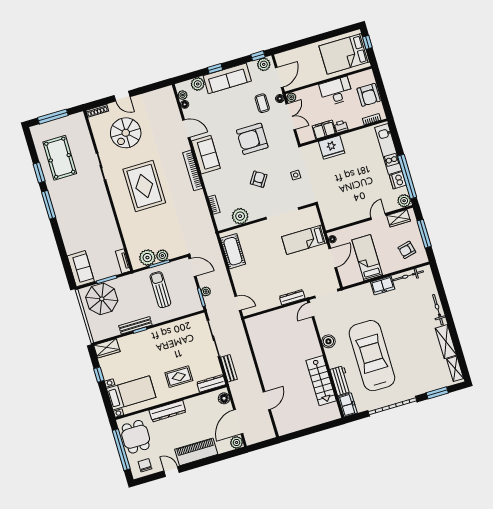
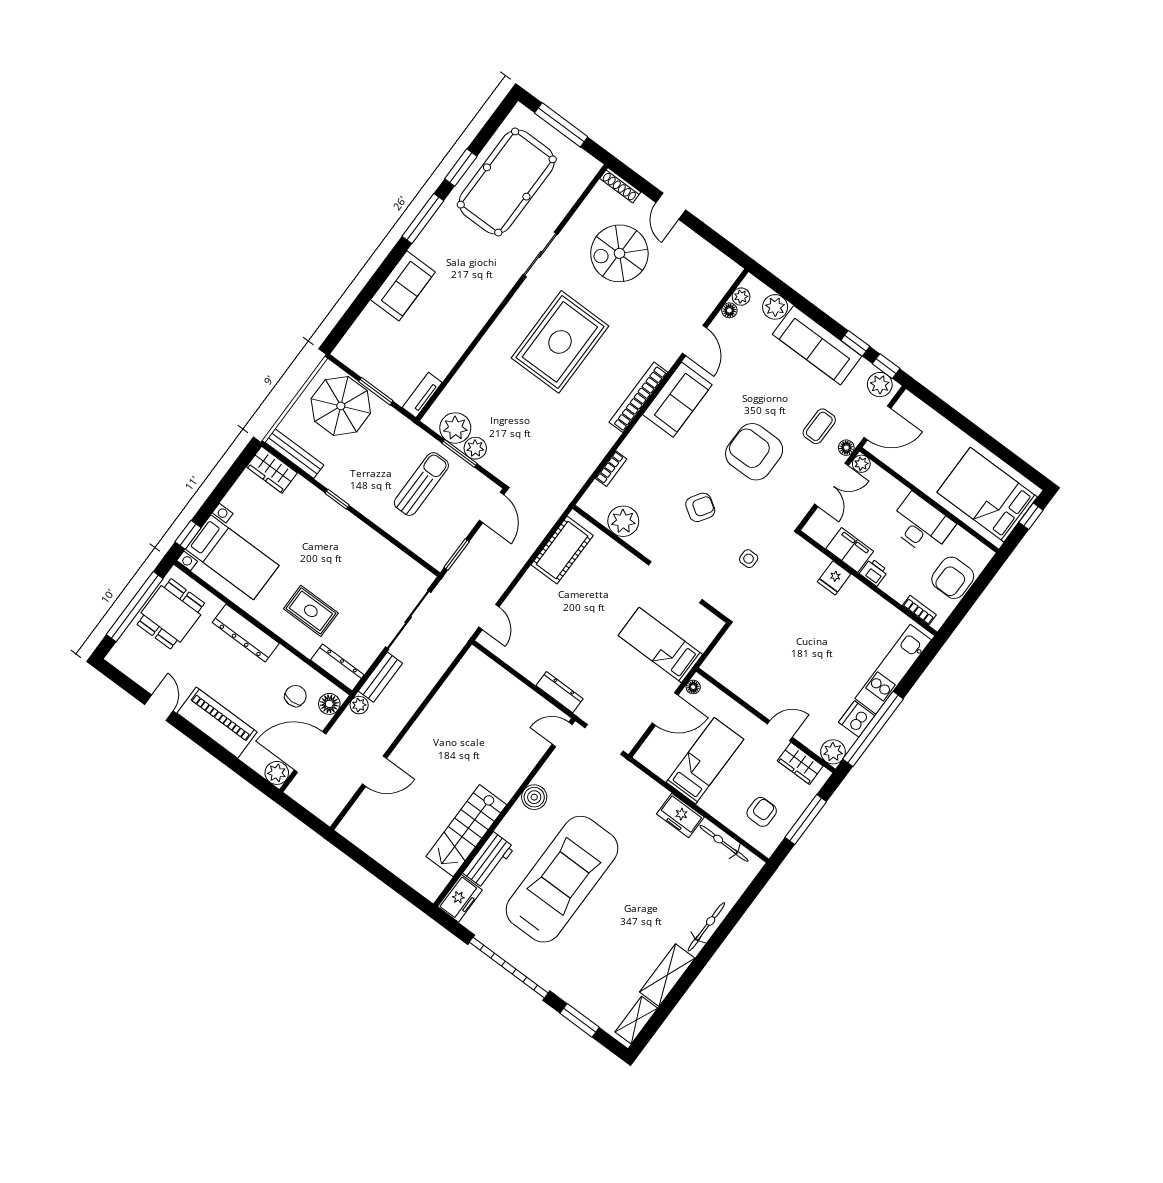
window: (215, 69) -> (855, 343), moved
fridge: (332, 147) -> (834, 578), width x0.53, depth x0.75
pool table: (60, 158) -> (507, 182), width x1.36, depth x1.32
armchair: (407, 250) -> (762, 812), turned 103
sofa: (81, 269) -> (403, 286), moved
plant: (206, 291) -> (359, 705), moved
bench: (135, 325) -> (294, 454), moved
window: (99, 375) -> (188, 535), moved
chair: (145, 465) -> (295, 696), moved

